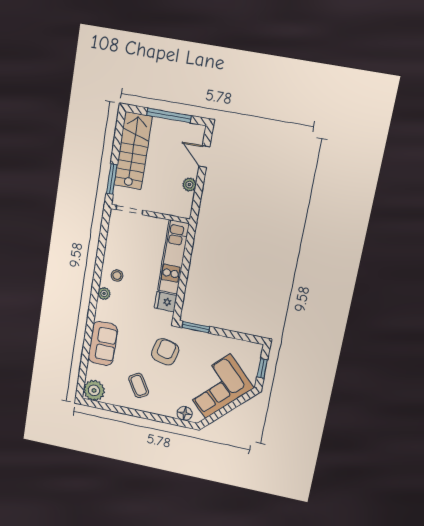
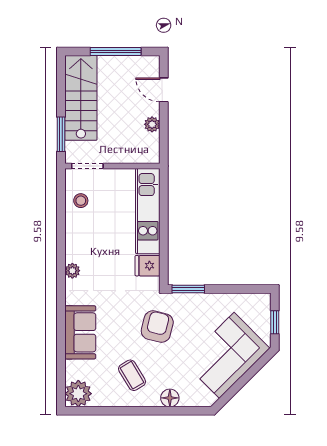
stool: (117, 276) -> (81, 201), moved
floor lamp: (185, 413) -> (170, 398), moved

